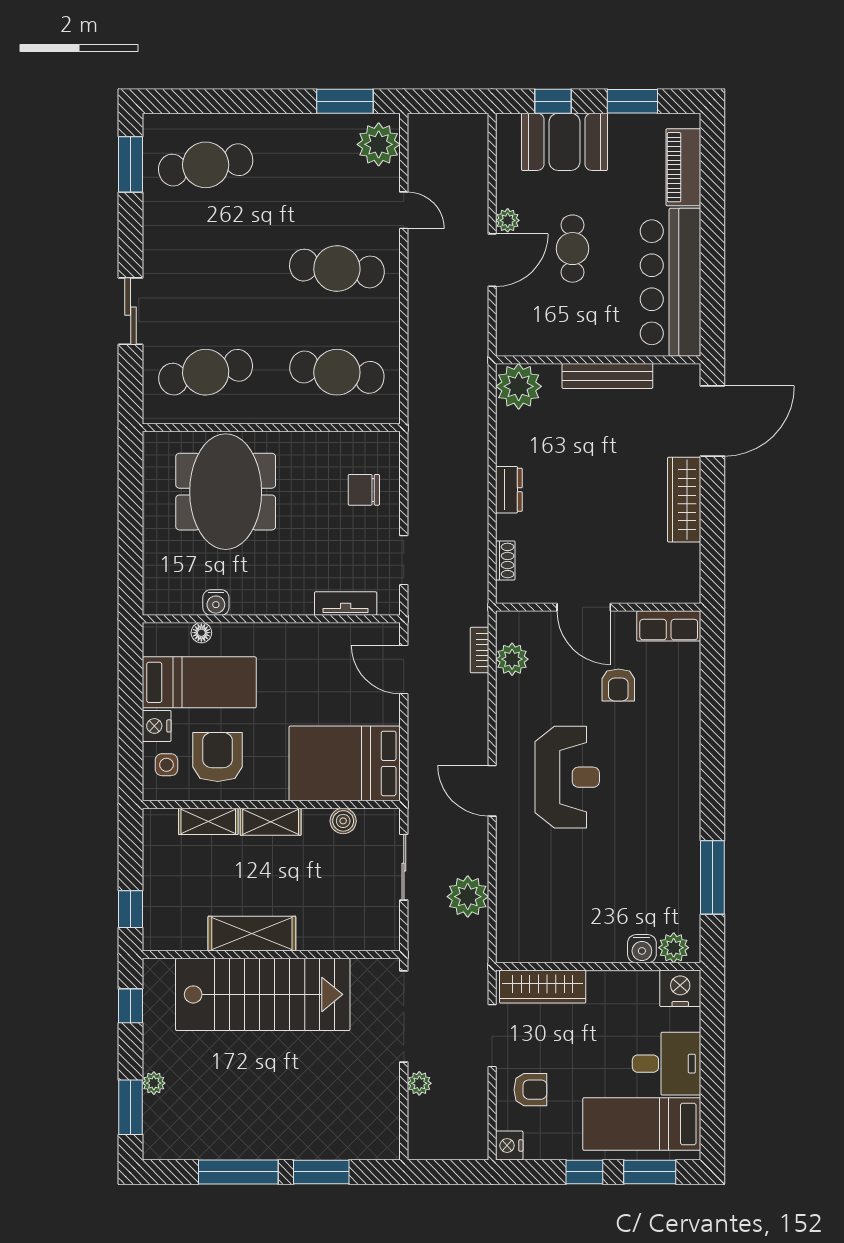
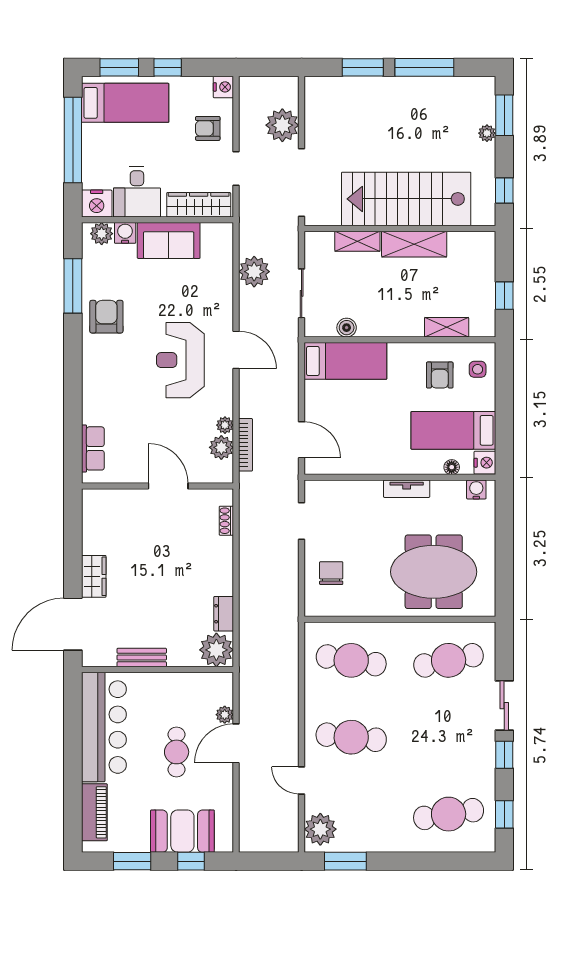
window: (131, 164) -> (504, 814), width x0.67
plant: (508, 220) -> (225, 715), moved
window: (131, 245) -> (504, 755), added
bench: (607, 376) -> (142, 658), width x0.73
chair: (364, 490) -> (331, 573), turned -90
dresser: (509, 490) -> (224, 614), moved
meeting table: (226, 492) -> (434, 572), turned 90
wardrobe: (684, 500) -> (94, 576), width x0.67
water cooler: (216, 603) -> (476, 490), moved
tv unit: (346, 604) -> (407, 489), moved
row of seats: (669, 626) -> (93, 448), moved, turned 90
bookcase: (479, 650) -> (245, 445), width x1.56
armchair: (618, 685) -> (106, 317), moved, width x1.38, depth x1.38
plant: (507, 689) -> (225, 425), added
nightstand: (157, 726) -> (485, 463), moved
armchair: (218, 757) -> (440, 375), width x0.72, depth x0.72
bed: (345, 763) -> (345, 361), width x0.67
shelving: (271, 822) -> (357, 241), moved
window: (131, 909) -> (504, 296), moved
sofa: (583, 938) -> (169, 240), added
doorway: (492, 1036) -> (236, 168), width x0.73
desk: (667, 1064) -> (137, 192), moved, turned -90
window: (712, 1074) -> (73, 140), added
plant: (419, 1083) -> (282, 125), width x1.88, depth x1.88

